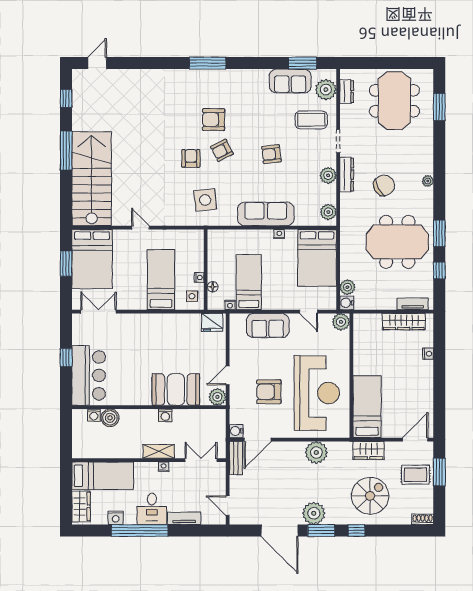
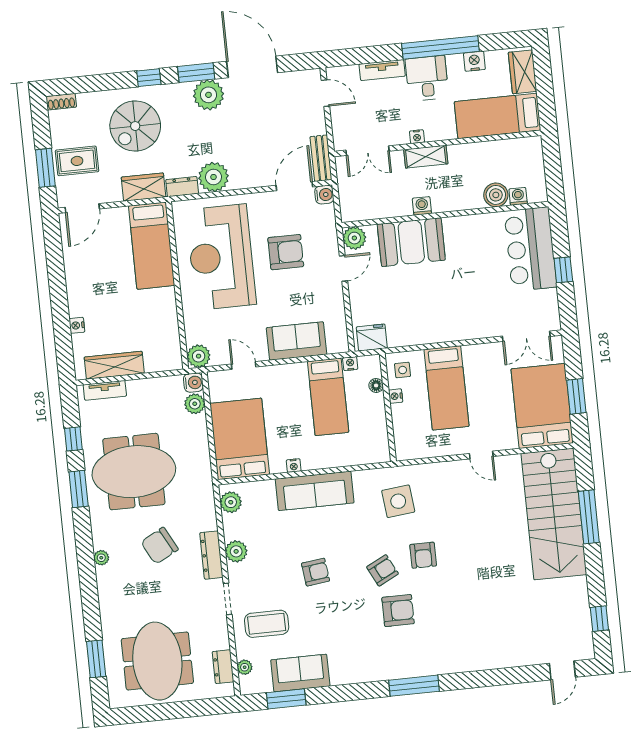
plant: (326, 90) -> (245, 667), width x0.53, depth x0.53
window: (66, 151) -> (589, 517), moved
dresser: (340, 448) -> (182, 187), added

